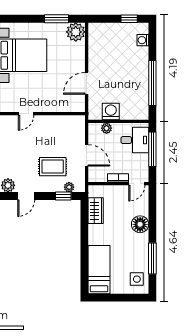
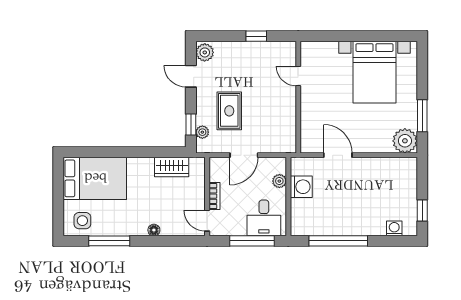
floor lamp: (140, 224) -> (154, 230), width x0.53, depth x0.53
bed: (99, 270) -> (95, 178), width x1.50

